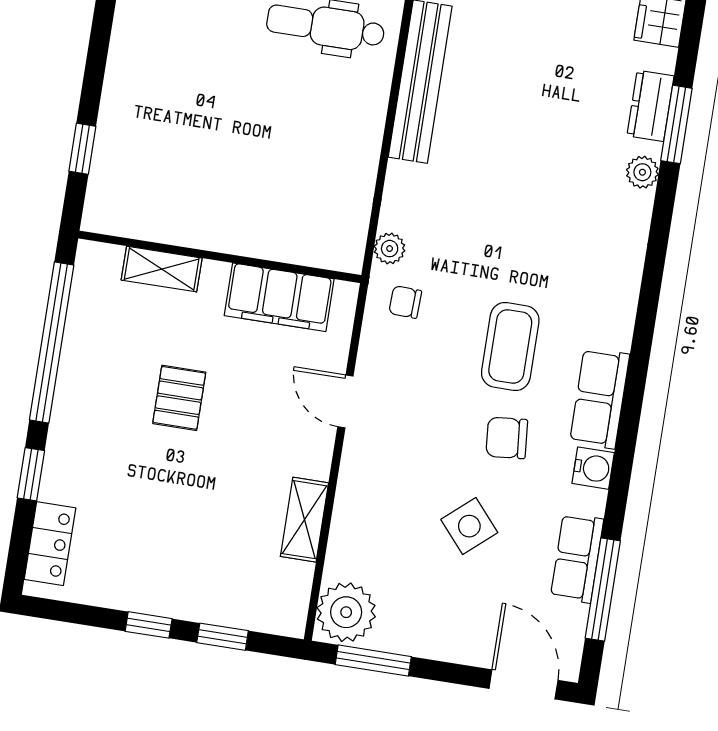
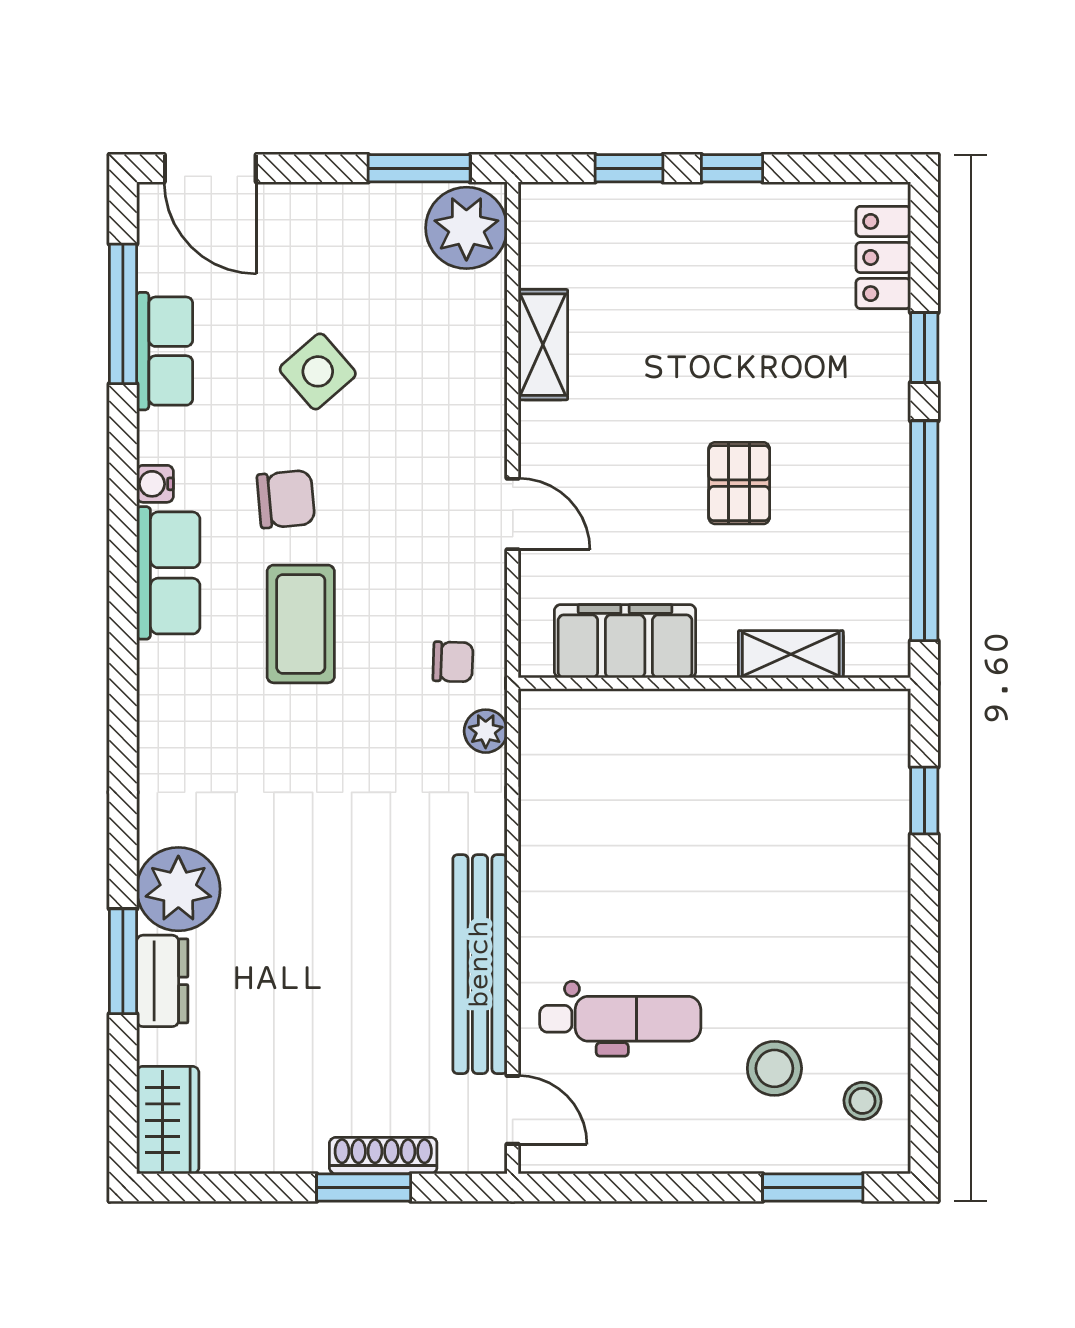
plant: (642, 172) -> (178, 889), width x1.88, depth x1.88
water cooler: (593, 468) -> (155, 484), width x0.72, depth x0.72

